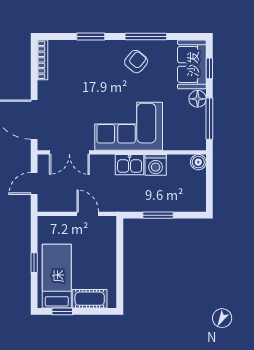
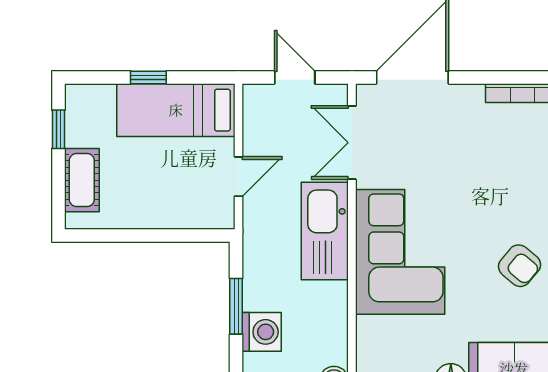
kitchen sink: (130, 165) -> (325, 231), width x1.87, depth x1.24
washing machine: (156, 165) -> (262, 332), moved, turned 180
bed: (57, 276) -> (176, 110), moved, turned 180

